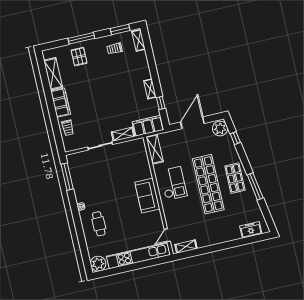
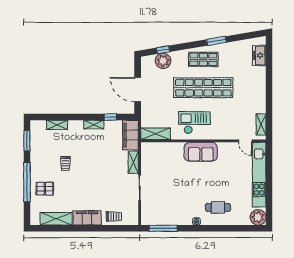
window: (81, 38) -> (27, 182), width x1.46
shelving: (139, 40) -> (57, 125), moved
trolley: (115, 49) -> (66, 164), moved
plant: (220, 129) -> (163, 61), moved
window: (255, 186) -> (216, 41), width x0.69

